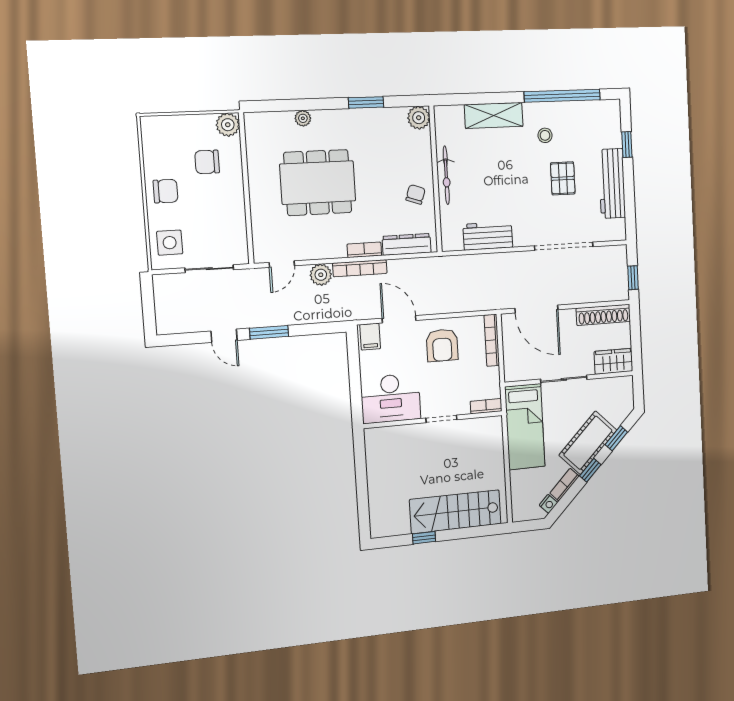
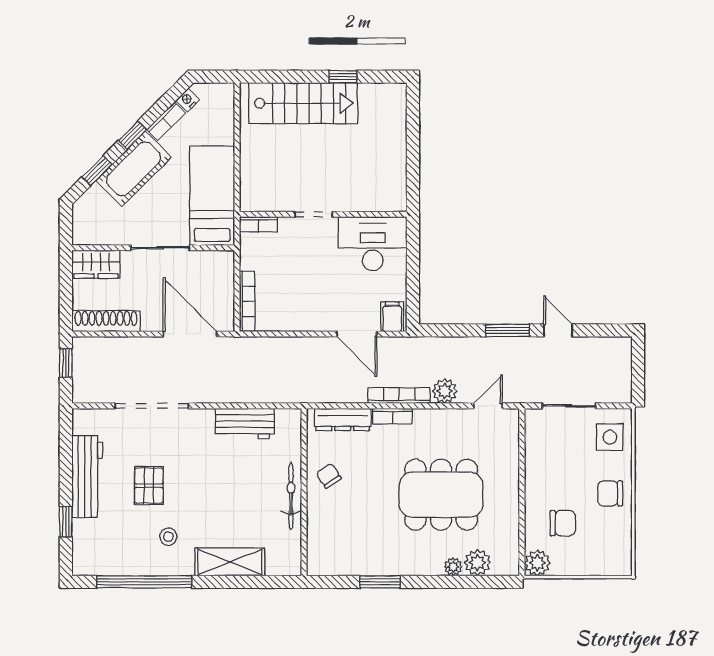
plant: (419, 118) -> (477, 563), moved
chair: (416, 194) -> (329, 476), turned 128
armchair: (442, 345) -> (308, 300), removed

